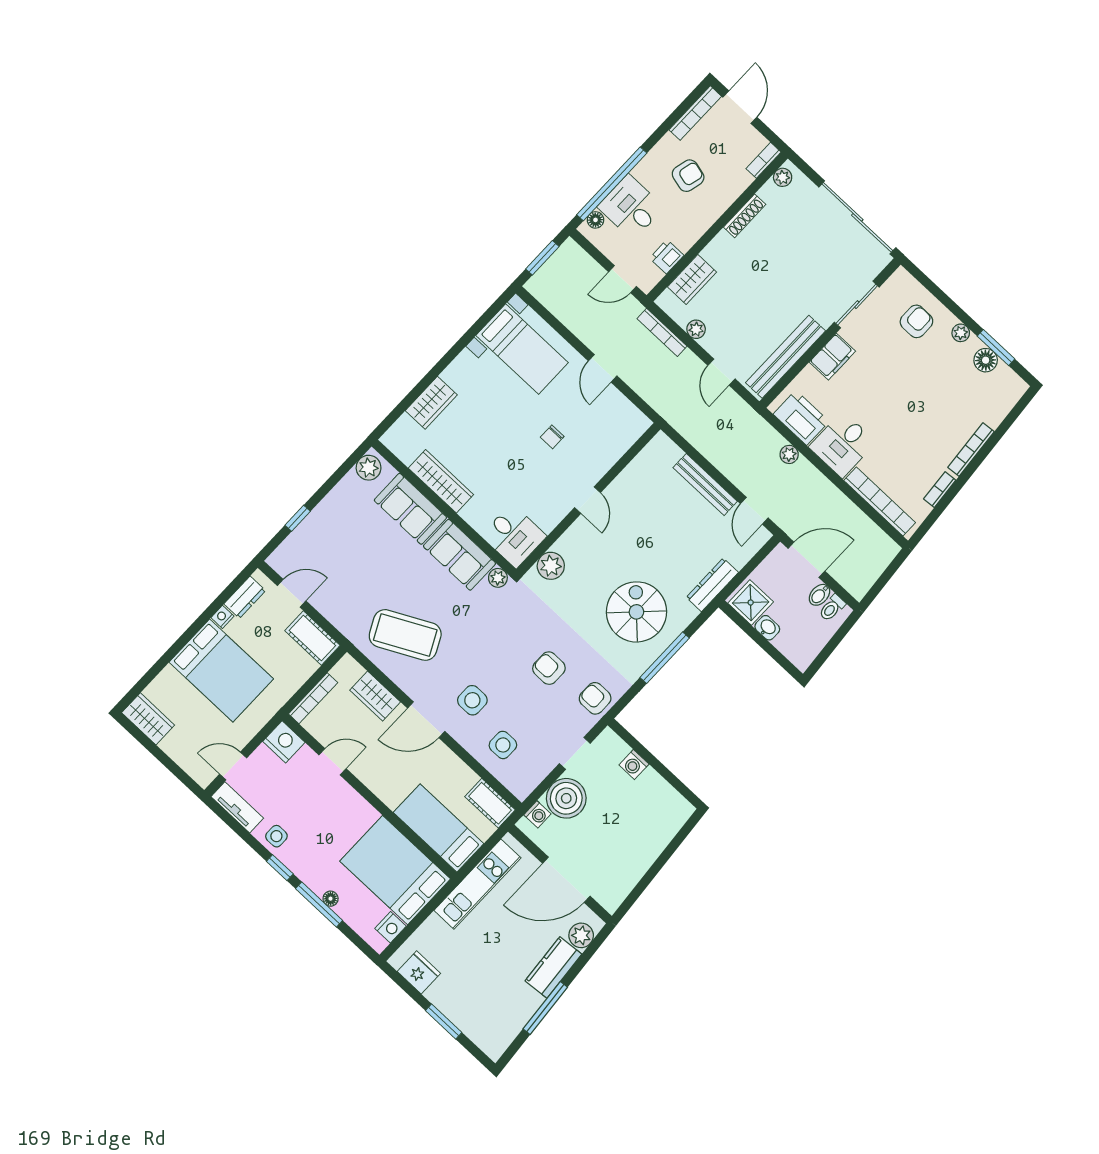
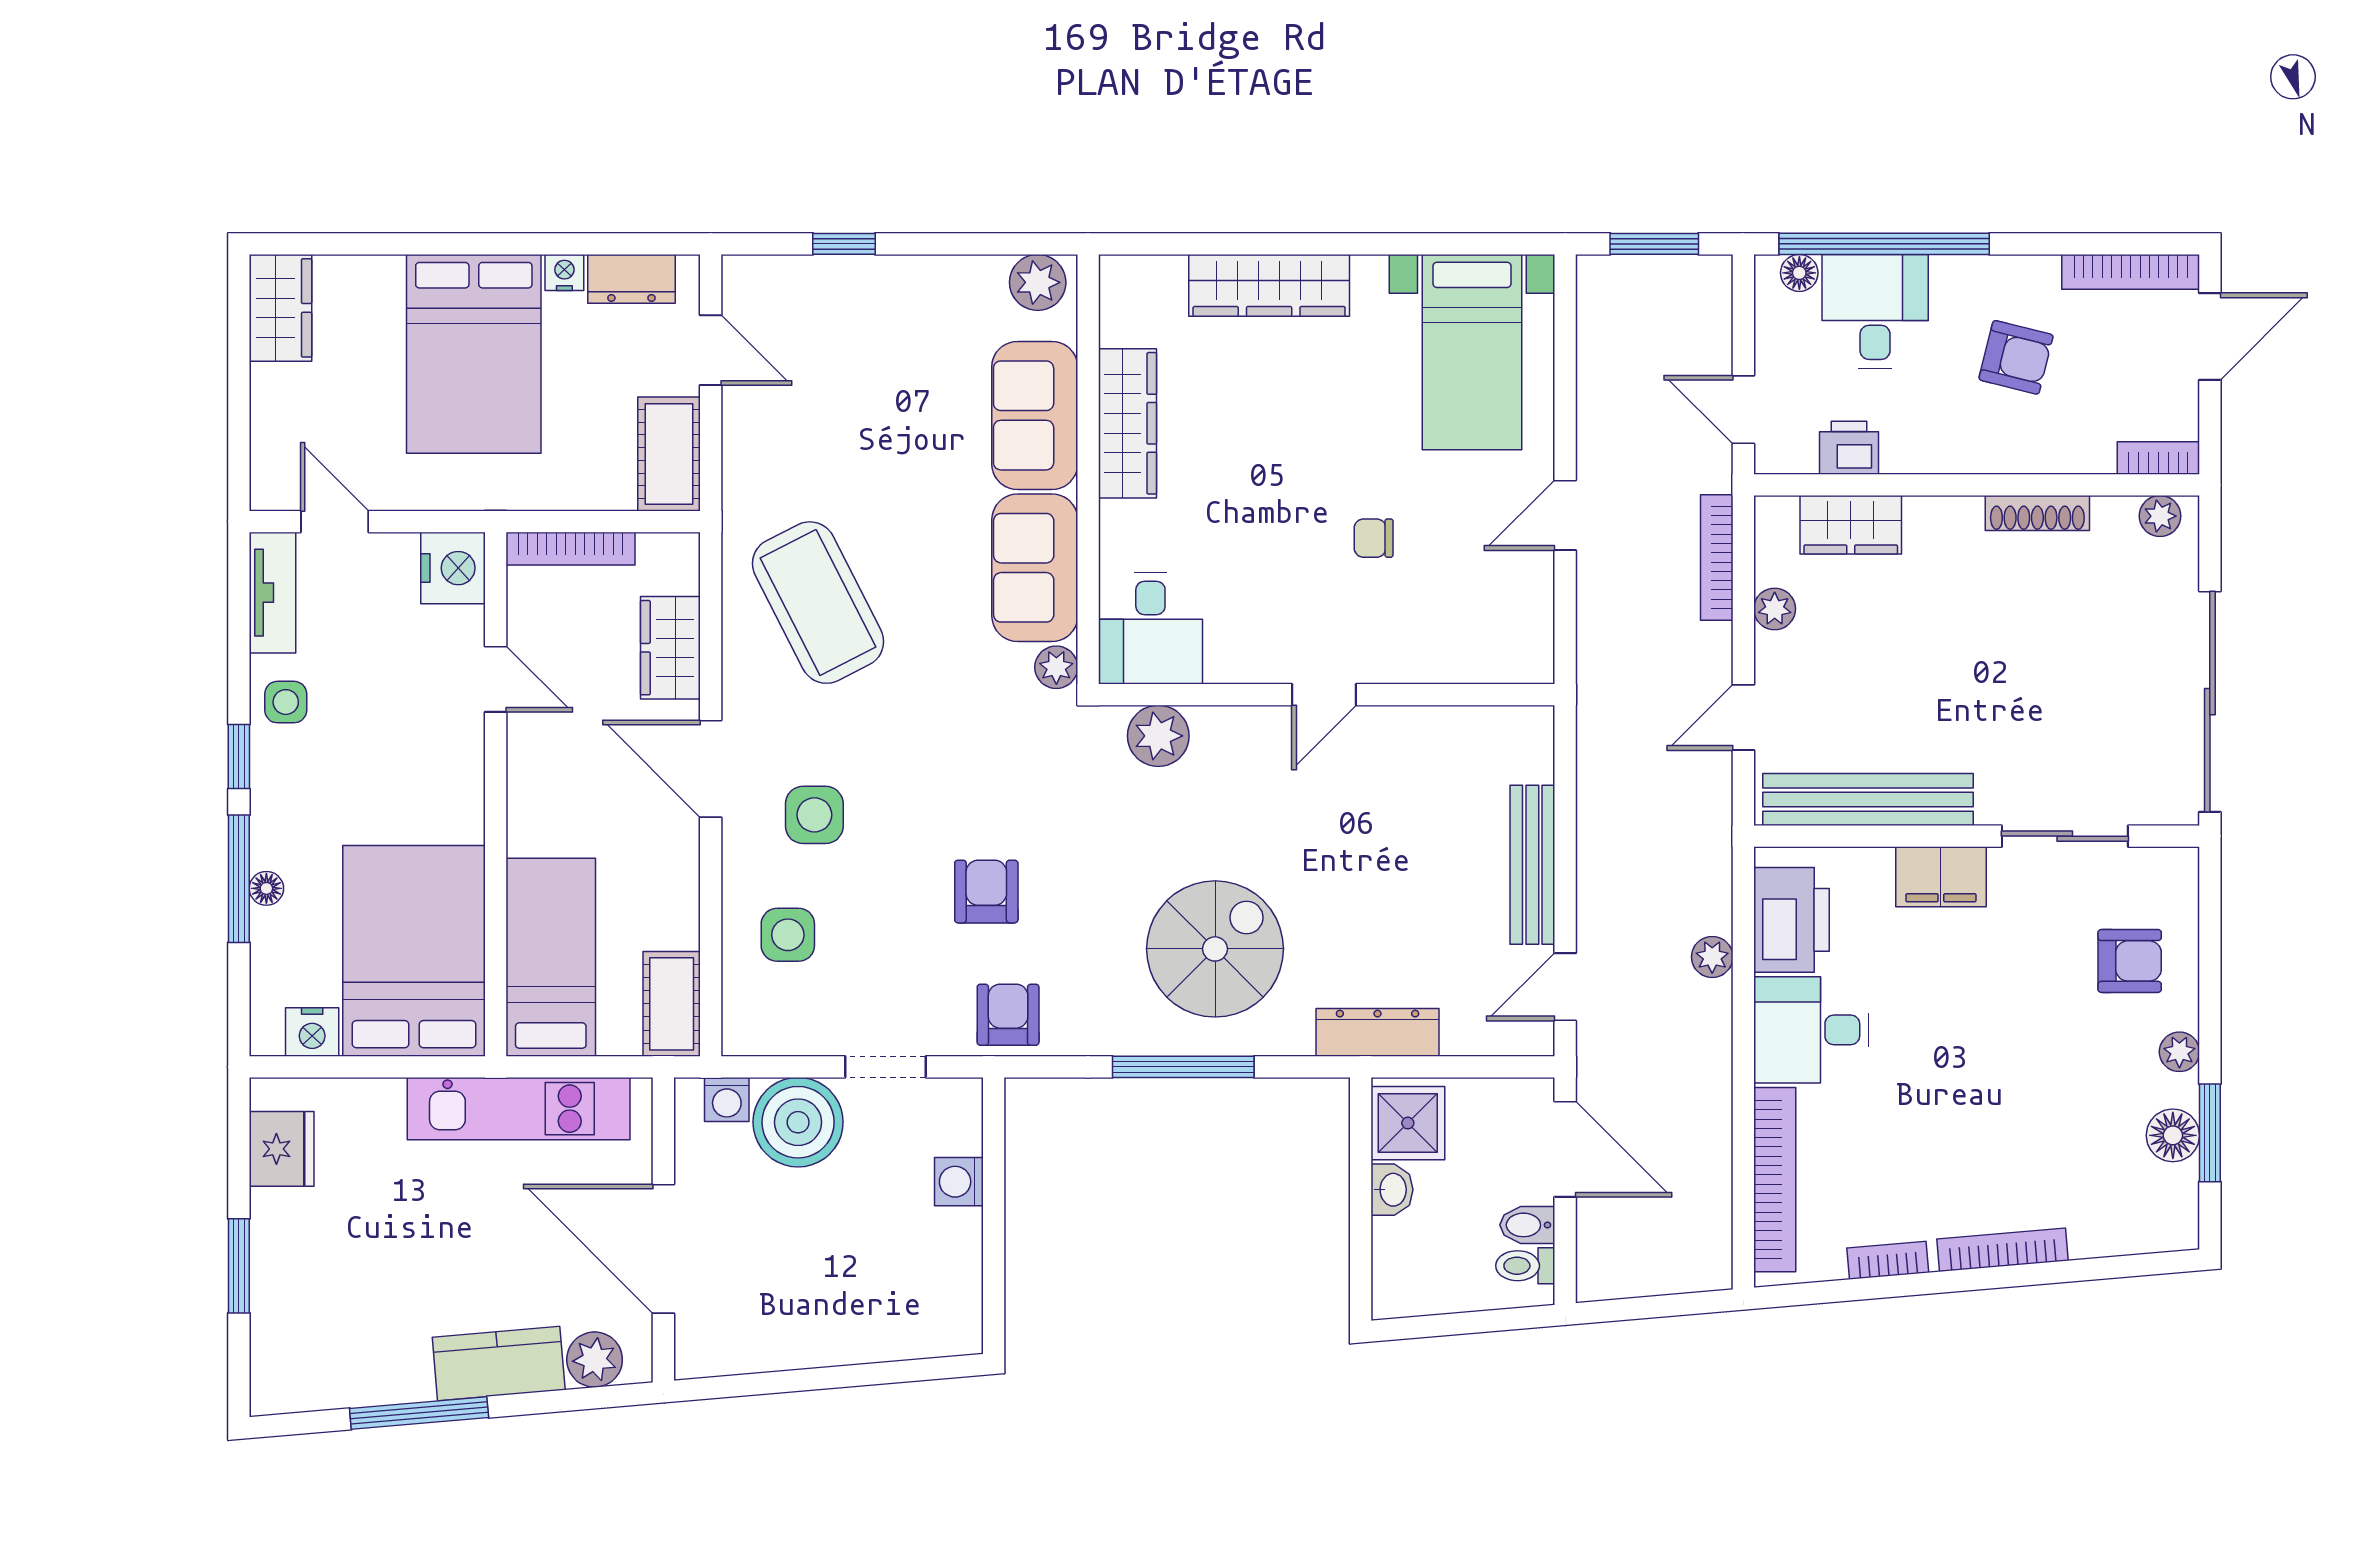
wardrobe: (431, 403) -> (1269, 285), width x1.50

